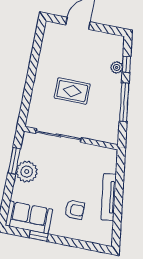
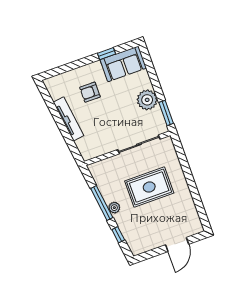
plant: (117, 67) -> (114, 208), moved
rug: (72, 91) -> (149, 187), width x1.36, depth x1.43
window: (14, 161) -> (166, 113), moved

